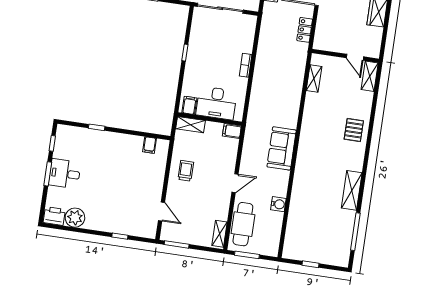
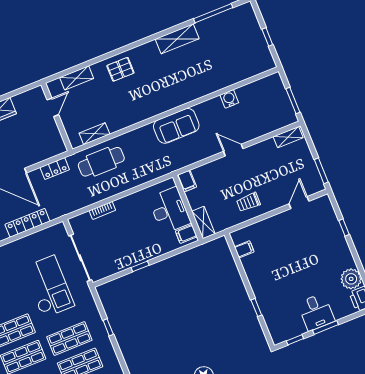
bookcase: (246, 65) -> (102, 210), moved
shelving: (370, 76) -> (77, 78), moved
cafe table: (243, 224) -> (101, 162), moved

